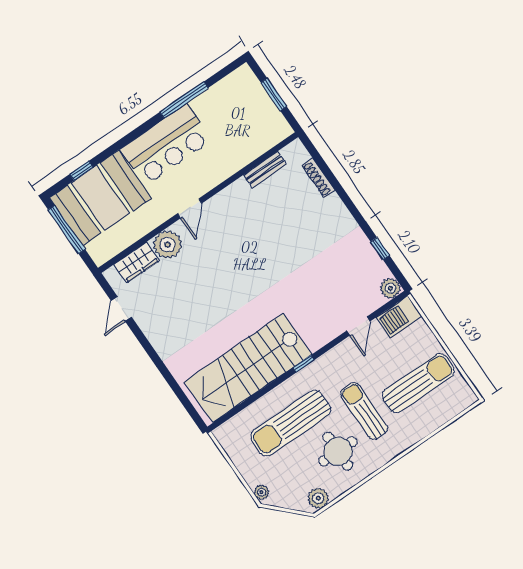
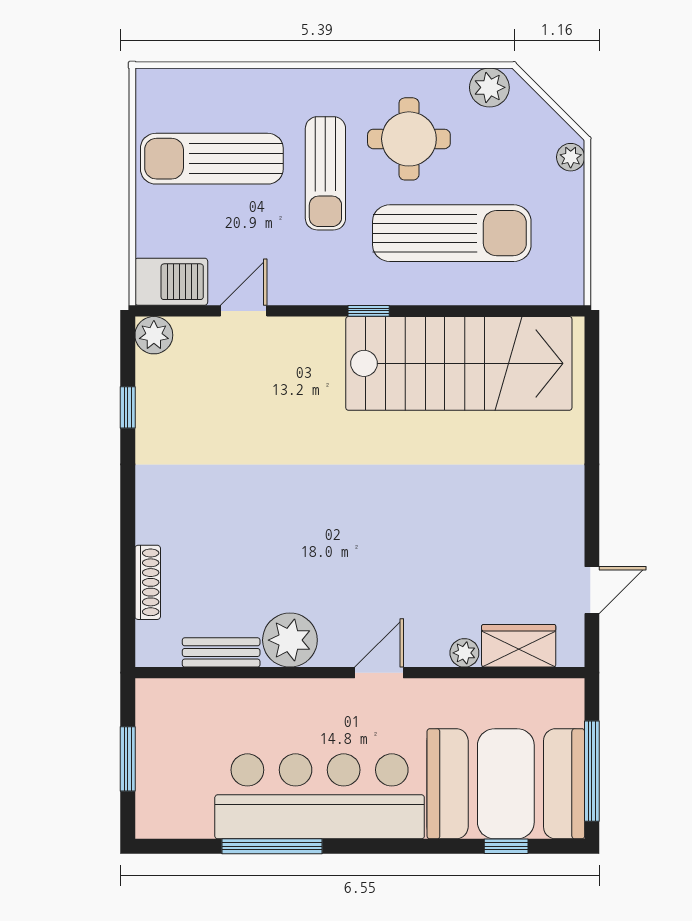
bar counter: (166, 145) -> (320, 796), width x1.36
plant: (239, 196) -> (290, 640), added
plant: (168, 245) -> (464, 653), width x0.53, depth x0.53

